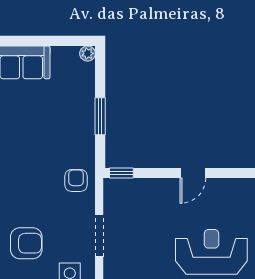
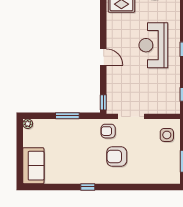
doorway: (99, 236) -> (131, 116), moved
armchair: (26, 243) -> (117, 156), moved, turned -90

